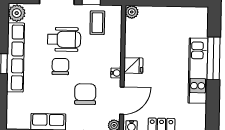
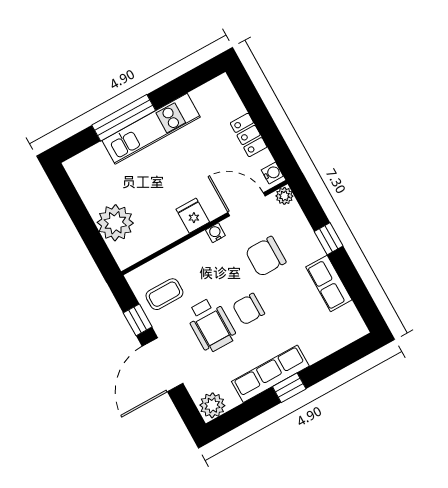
plant: (132, 12) -> (115, 223), moved, width x1.88, depth x1.88
wheelchair: (64, 39) -> (211, 325), turned 180
row of seats: (15, 57) -> (270, 374), width x0.73

